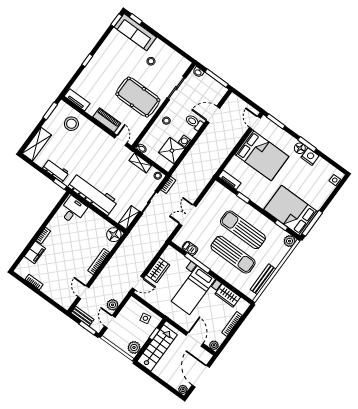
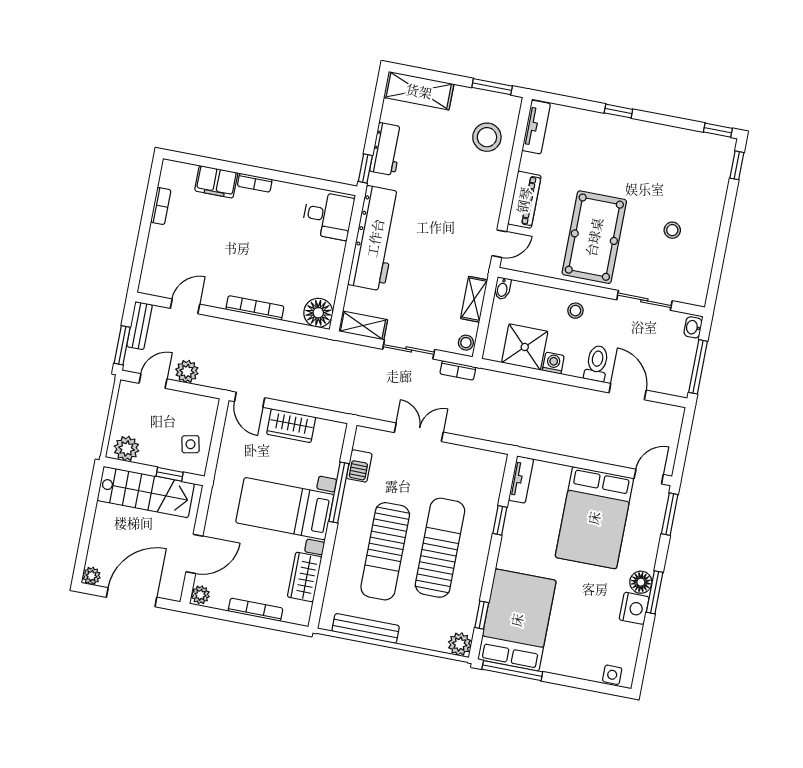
sofa: (135, 32) -> (712, 176), removed

